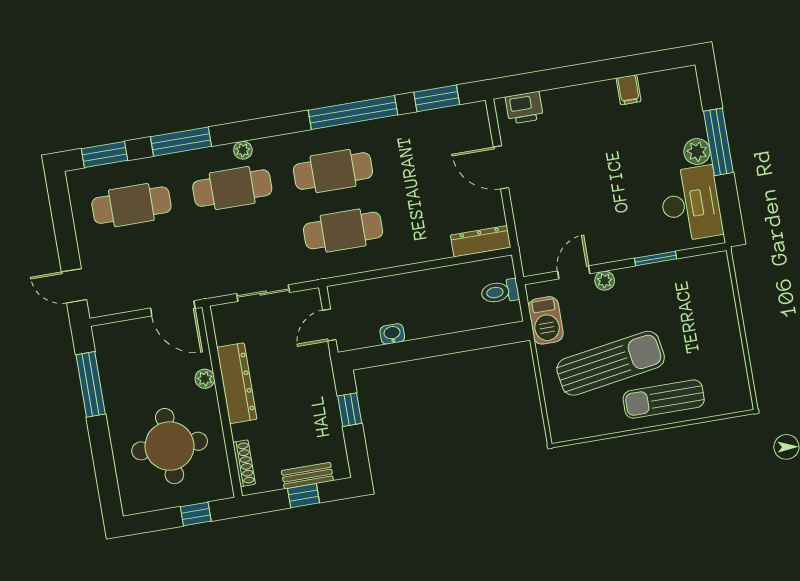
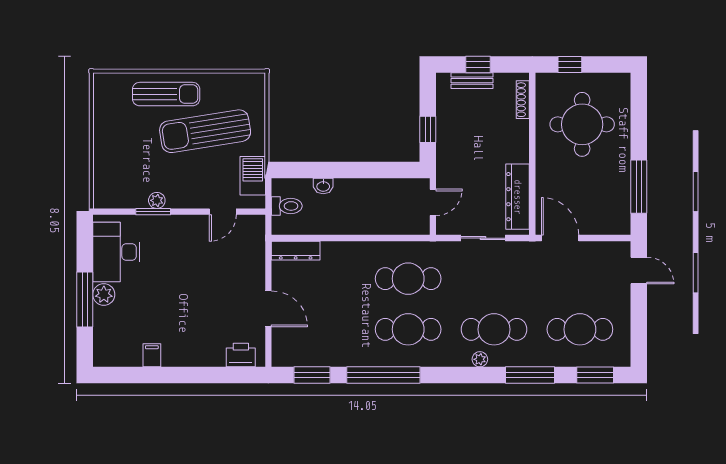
plant: (605, 281) -> (157, 200), moved
washbasin: (392, 334) -> (323, 186), moved
plant: (205, 379) -> (543, 175), removed
dresser: (237, 383) -> (518, 197), moved

